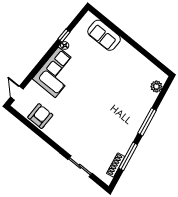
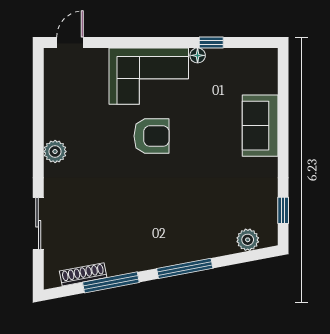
sofa: (104, 35) -> (260, 126), moved
window: (156, 62) -> (283, 210), added
armchair: (40, 116) -> (151, 136), moved
plant: (56, 136) -> (55, 152), added

